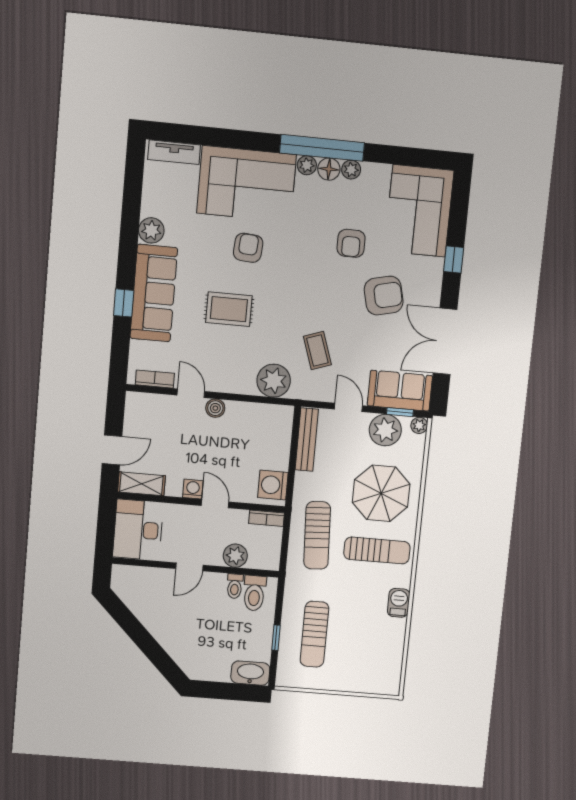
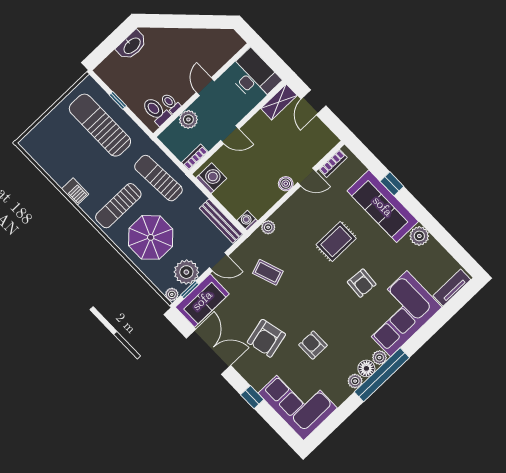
plant: (274, 381) -> (268, 227), width x0.53, depth x0.53
washing machine: (193, 489) -> (247, 221), moved, turned 180
sun lounger: (314, 634) -> (100, 125), width x1.36, depth x1.34
washbasin: (250, 673) -> (132, 45), moved

